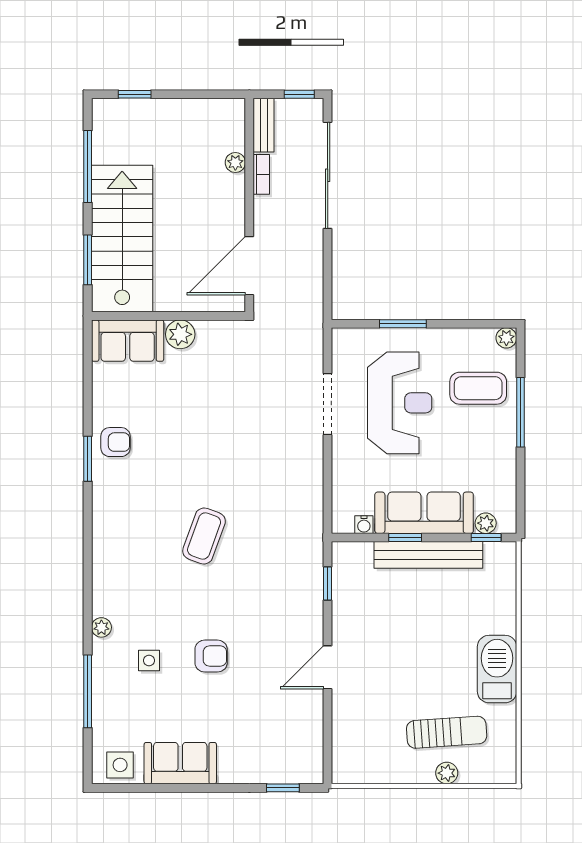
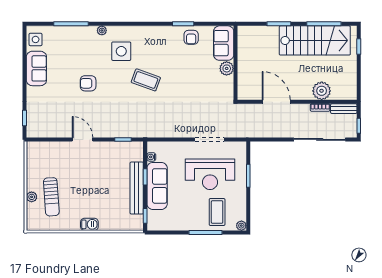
plant: (235, 163) -> (322, 91), width x1.88, depth x1.88
stairs: (122, 239) -> (315, 40), moved
wall: (168, 316) -> (236, 63), moved
plant: (180, 334) -> (227, 68), moved
sofa: (128, 341) -> (224, 43), moved
plant: (486, 523) -> (152, 216), removed
armchair: (211, 656) -> (88, 83), turned 90
side table: (149, 660) -> (121, 51), moved, width x1.87, depth x1.87
barbecue: (497, 669) -> (89, 224), width x0.53, depth x0.65

